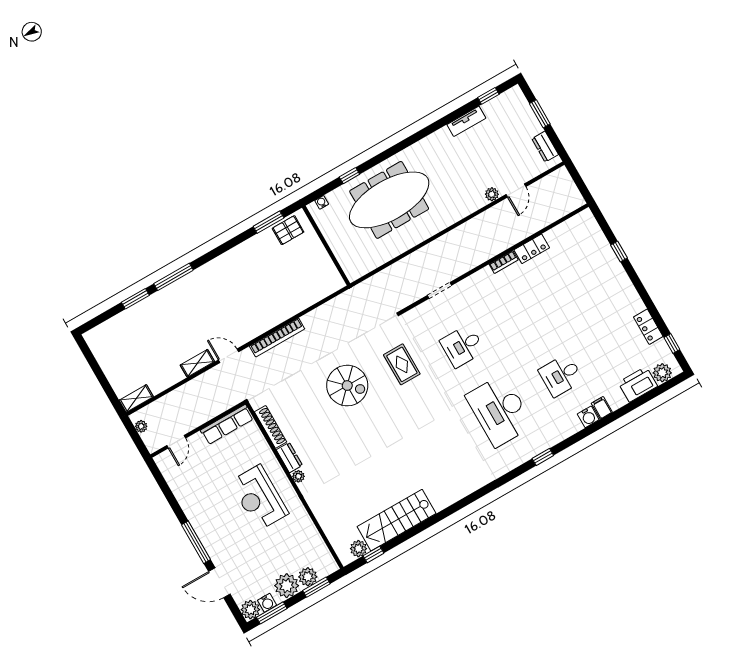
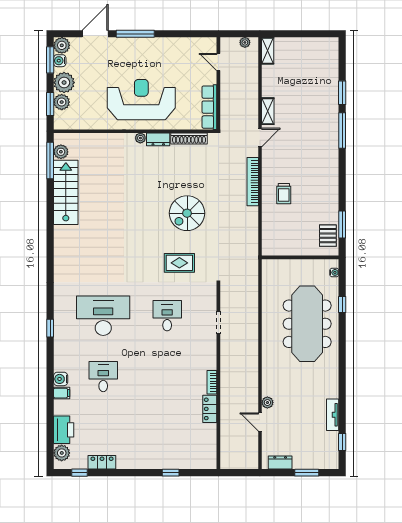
trolley: (271, 299) -> (284, 194), added
reception desk: (259, 498) -> (141, 100), width x1.36, depth x1.30
window: (373, 554) -> (50, 160), width x2.17

